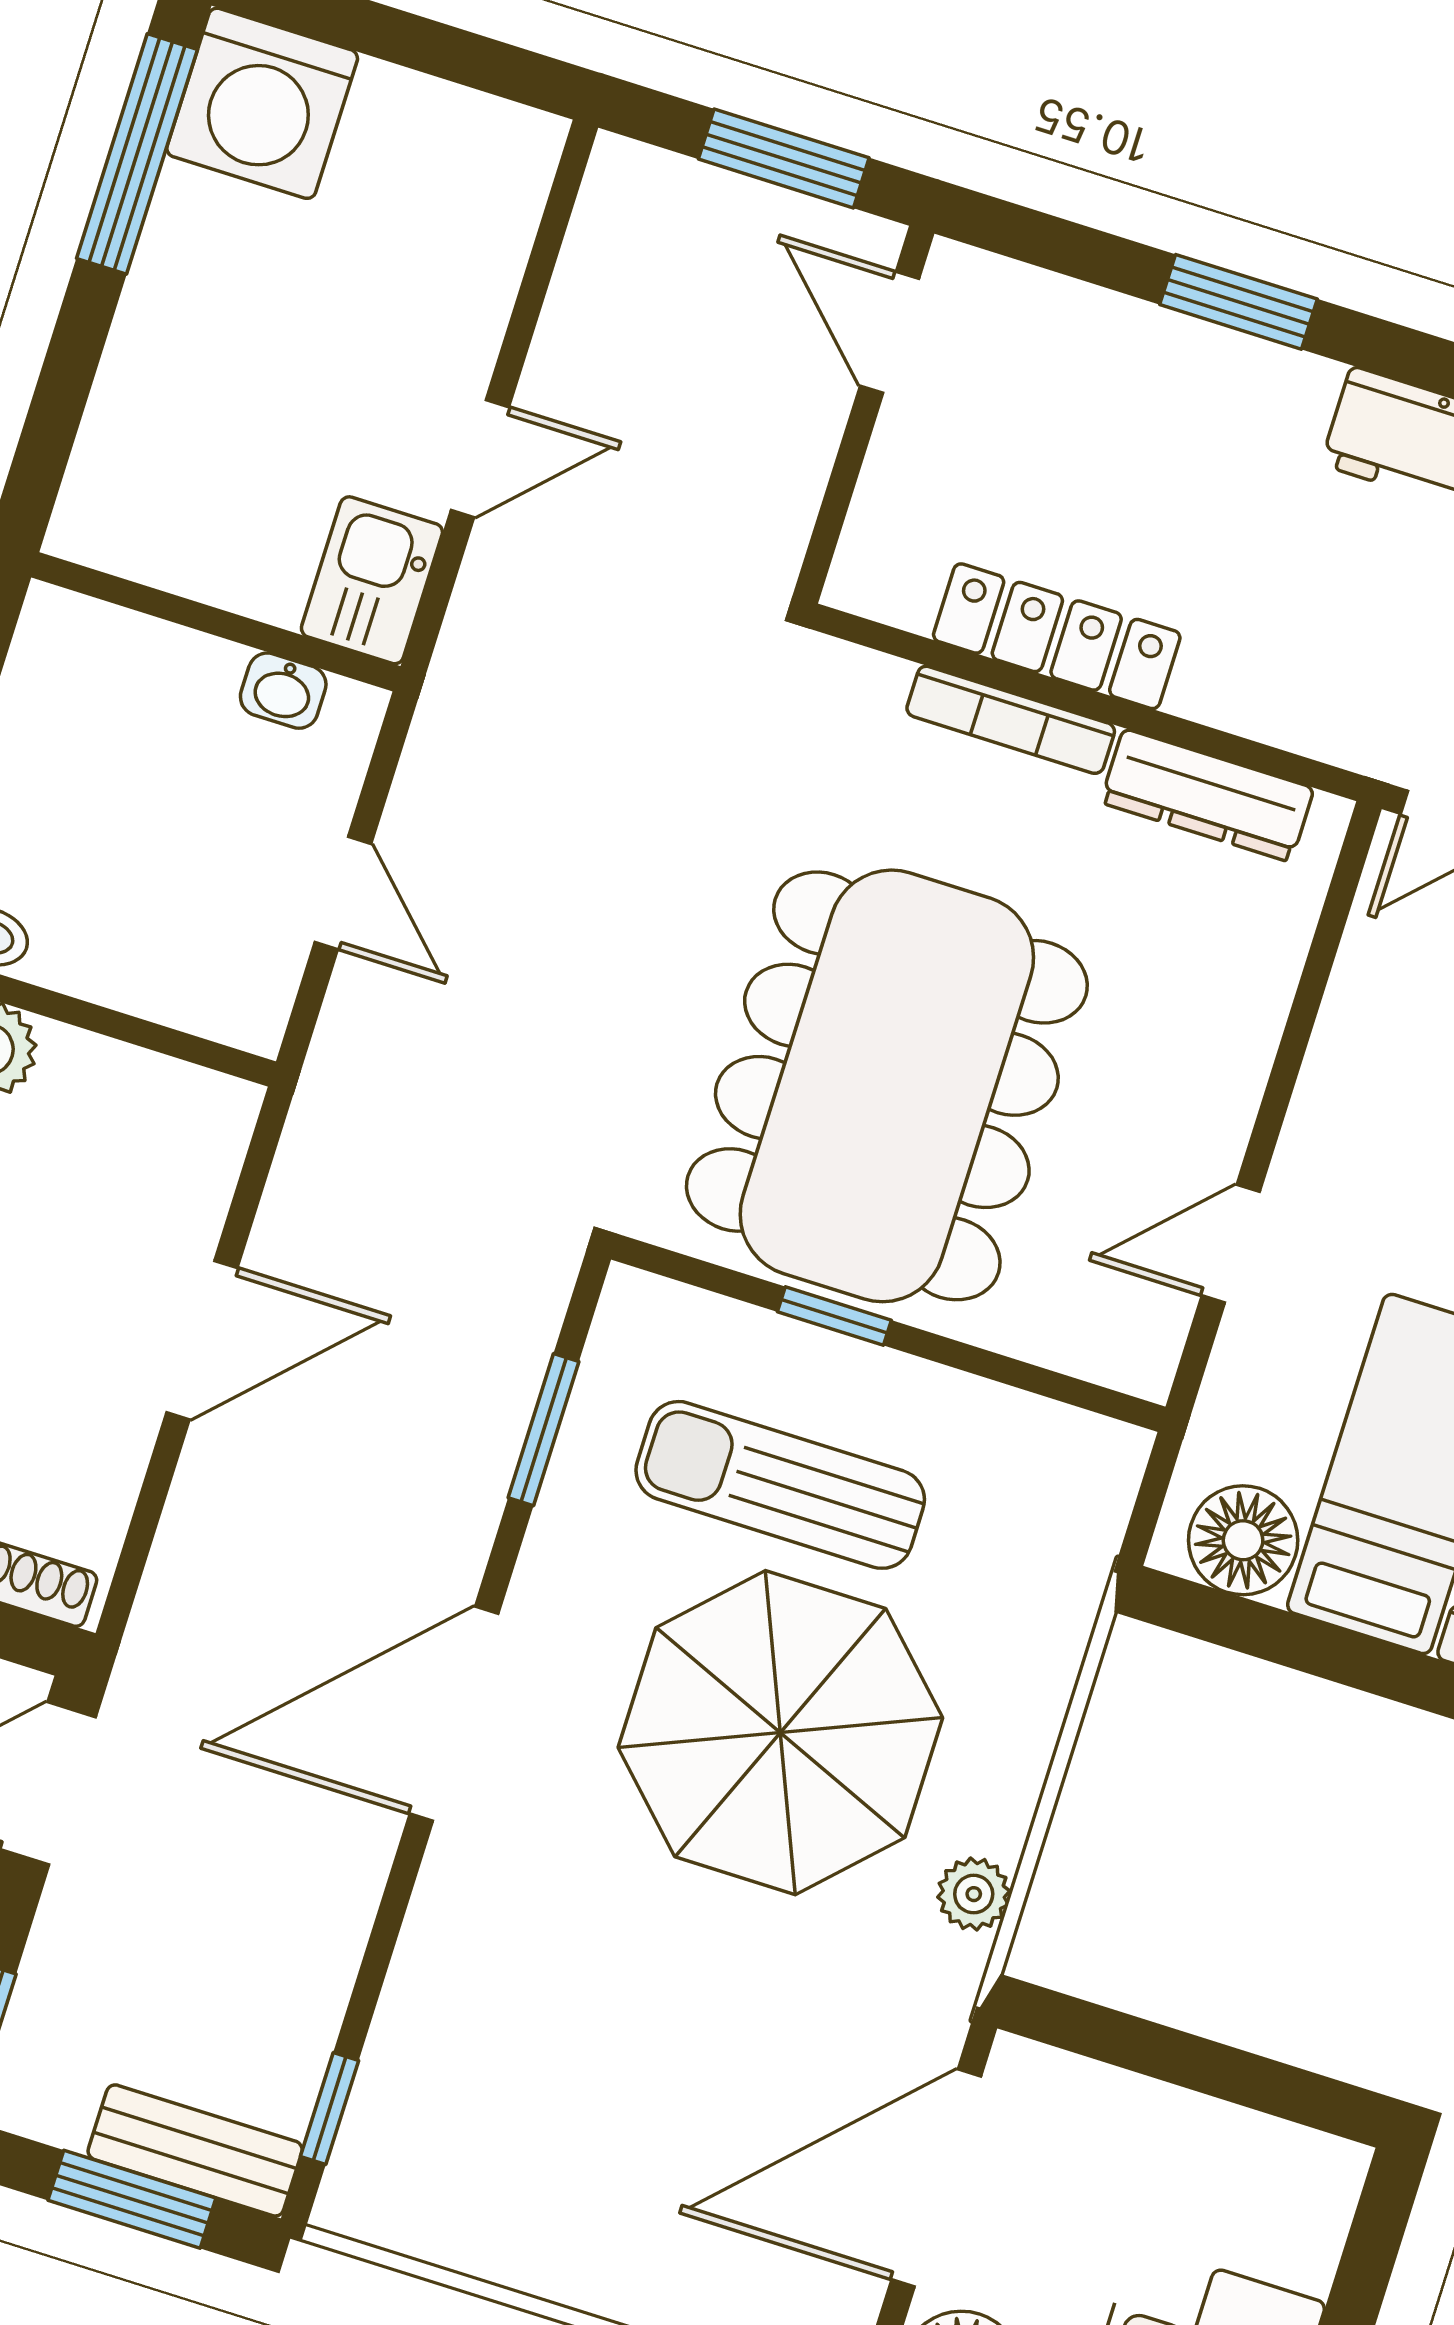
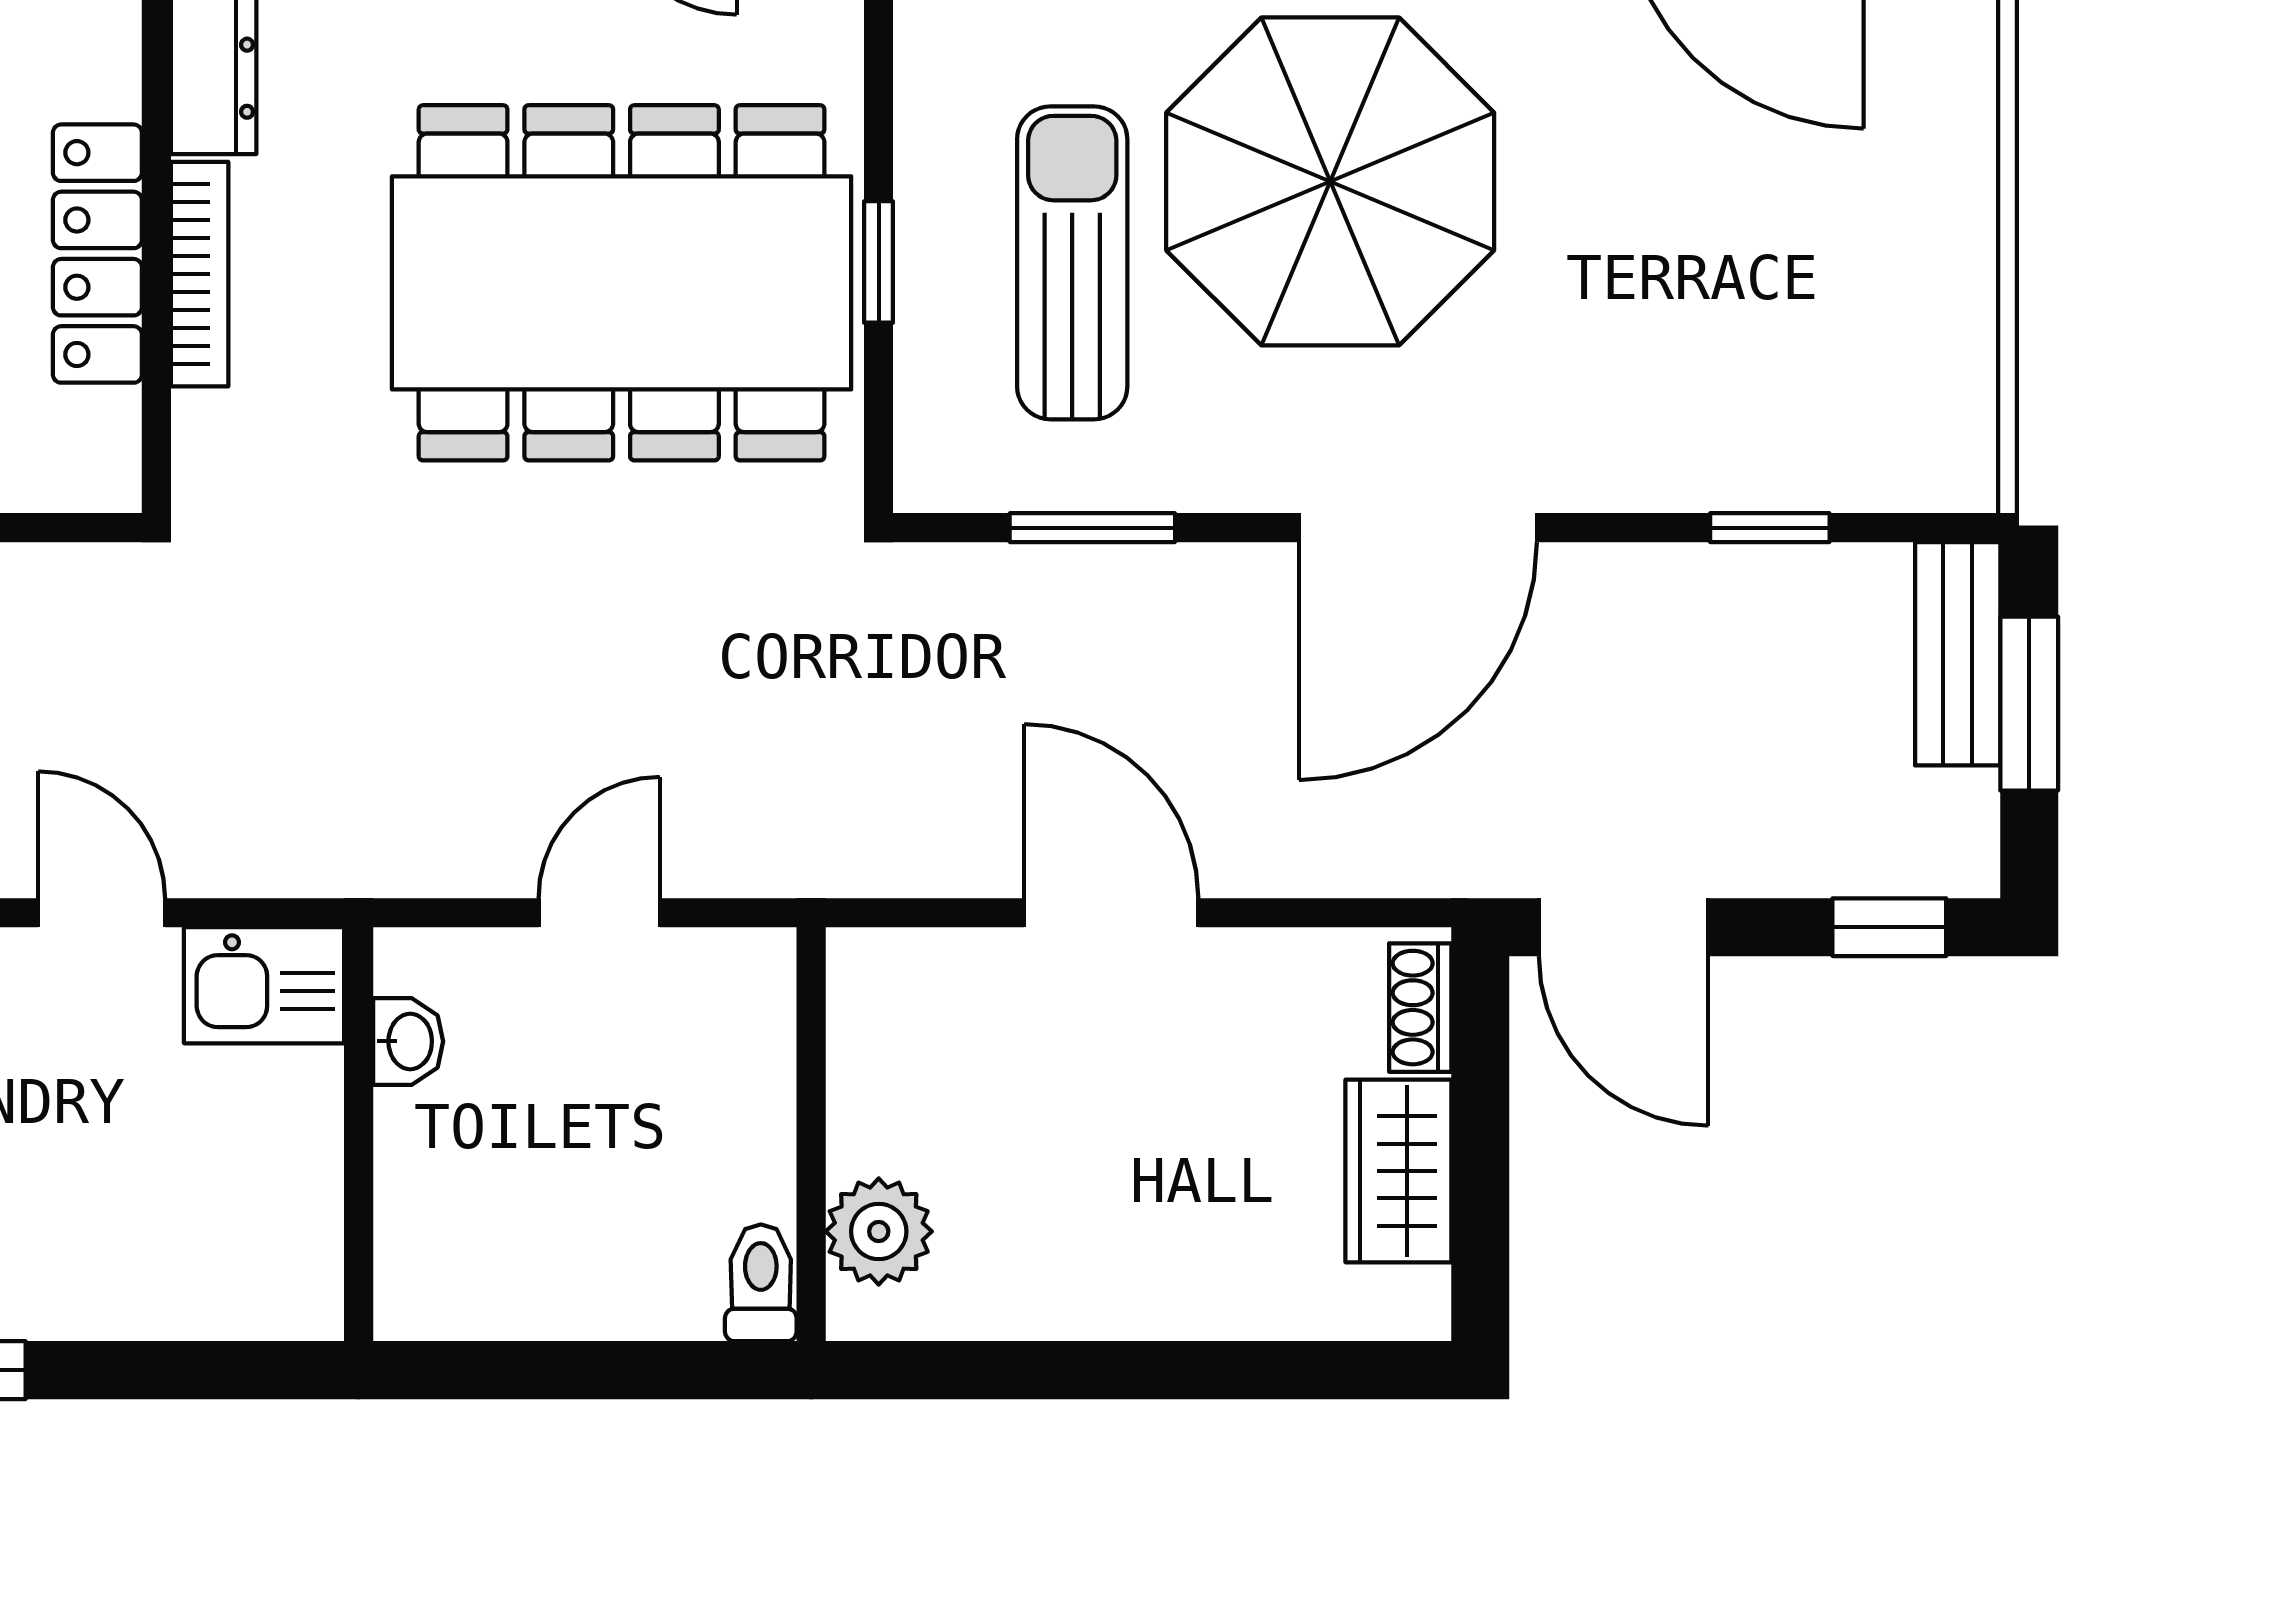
sun lounger: (780, 1485) -> (1072, 263), turned 180
door: (454, 1714) -> (1418, 528), hinge flipped
window: (329, 2109) -> (1770, 528), moved

